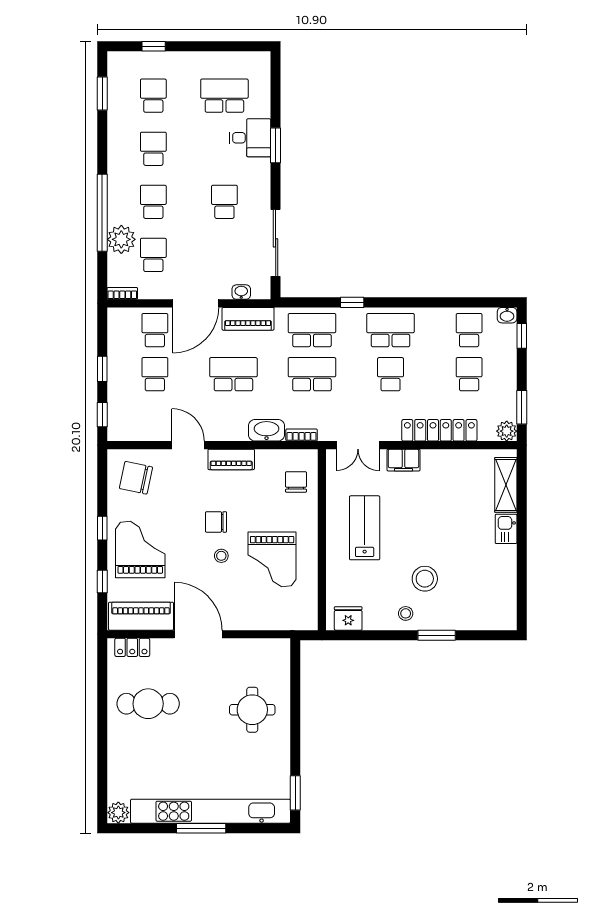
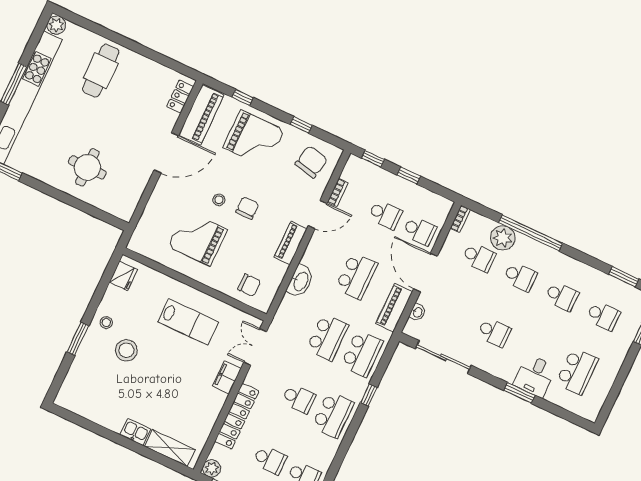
bookcase: (302, 435) -> (338, 192), moved
window: (102, 528) -> (301, 125), moved
cafe table: (148, 704) -> (101, 71), moved

